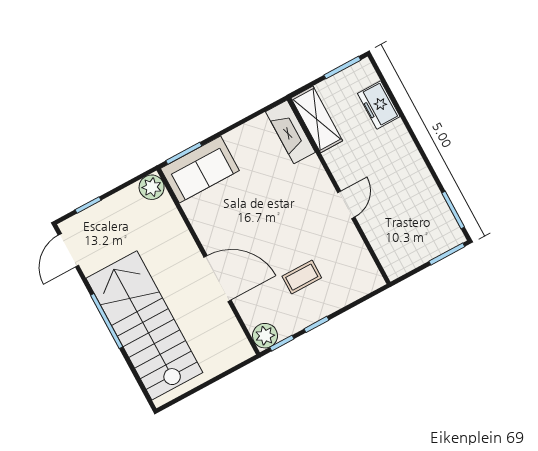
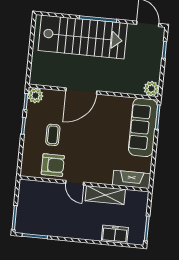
shelving: (317, 119) -> (105, 195), moved
sofa: (200, 169) -> (143, 127), width x1.36
armchair: (342, 250) -> (53, 165), added

